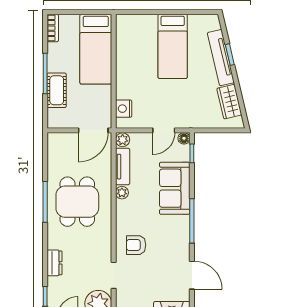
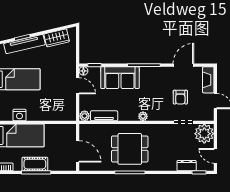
cot: (57, 90) -> (35, 164), moved
nightstand: (124, 109) -> (19, 115), moved
door: (93, 130) -> (78, 151), moved
plant: (122, 193) -> (143, 116), moved
armchair: (136, 245) -> (180, 97), moved
dresser: (54, 263) -> (187, 166), moved

